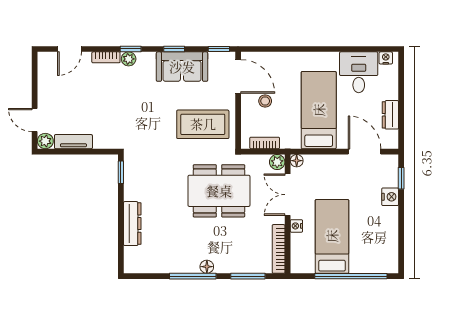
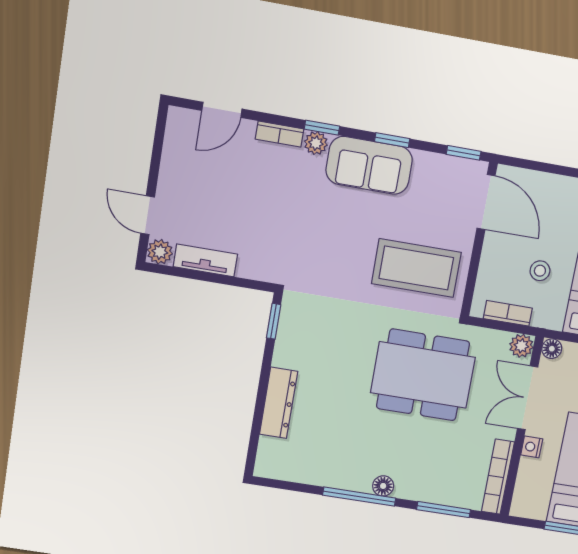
sofa: (182, 67) -> (369, 165), moved
stool: (265, 101) -> (540, 271), moved

